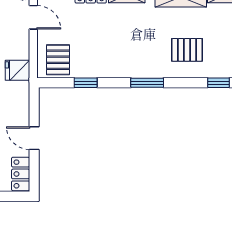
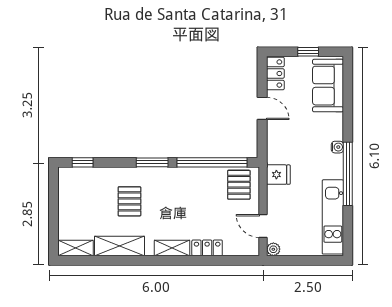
pallet: (187, 50) -> (129, 201), moved, turned 90
window: (86, 83) -> (212, 162), width x3.17

